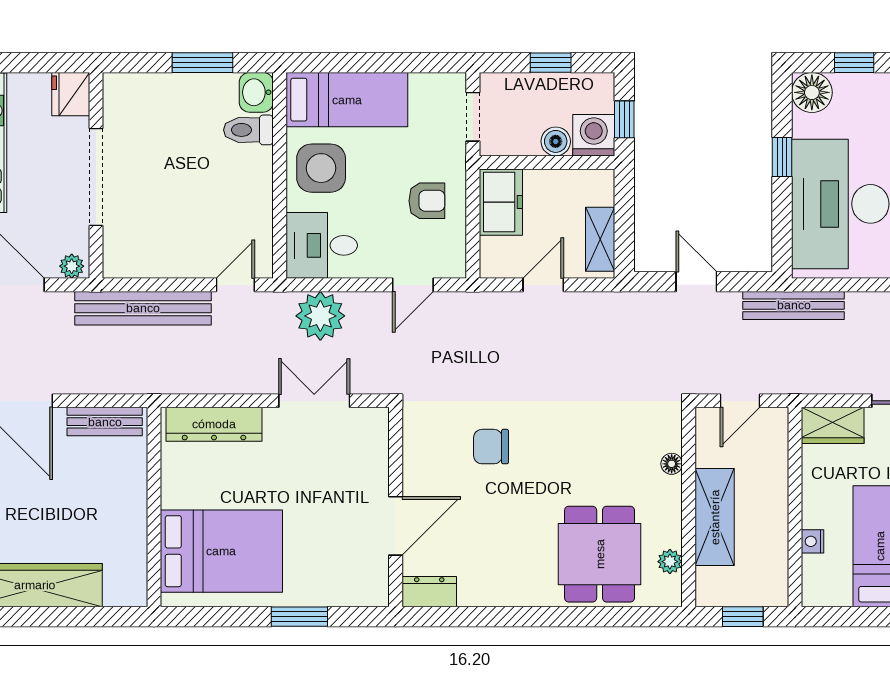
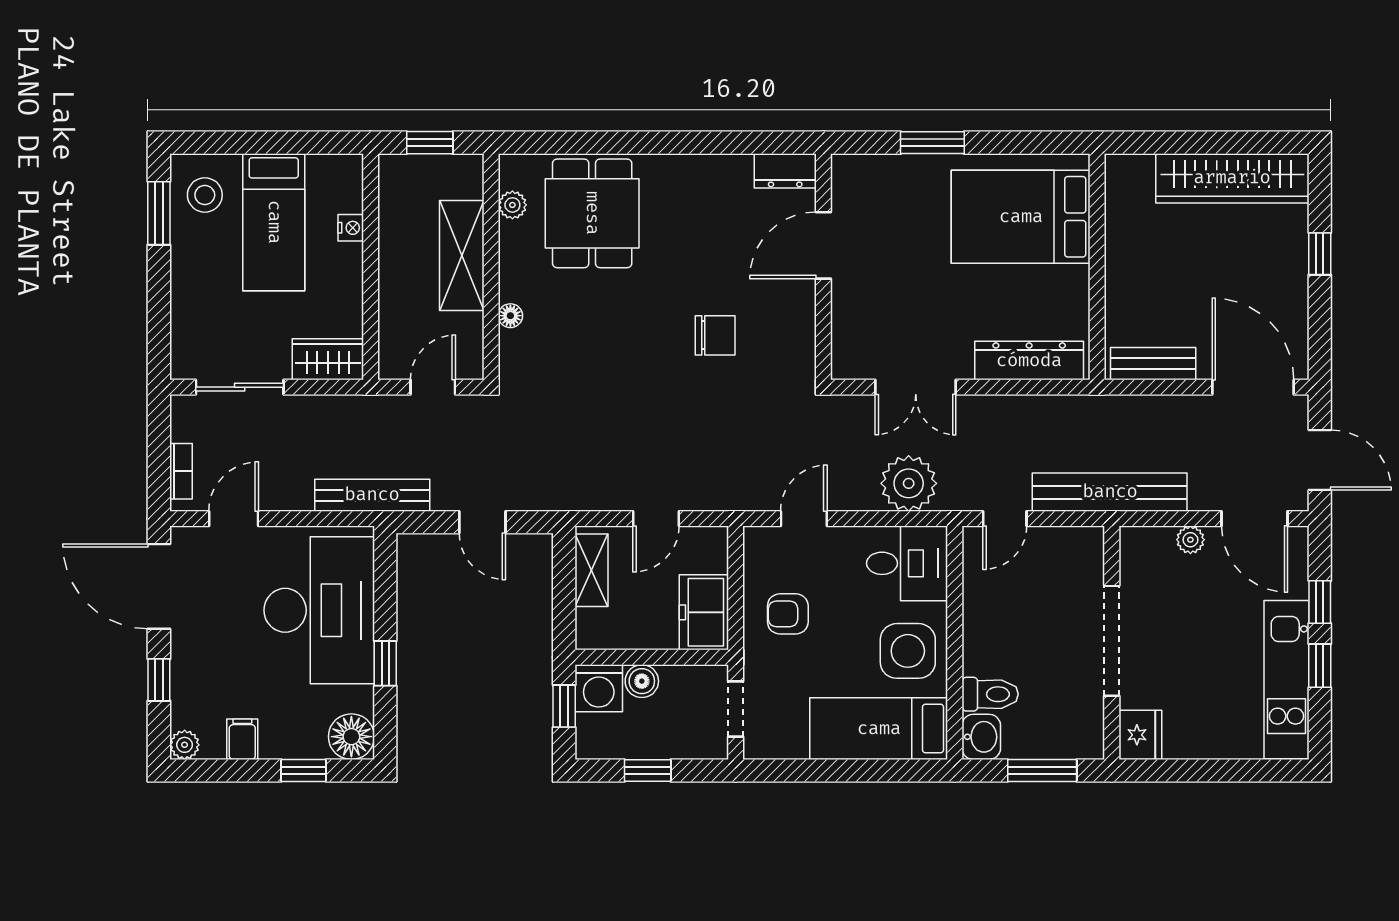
fridge: (71, 94) -> (1140, 735), moved
wall: (96, 175) -> (1112, 643), moved
doorway: (96, 177) -> (1112, 641), moved

